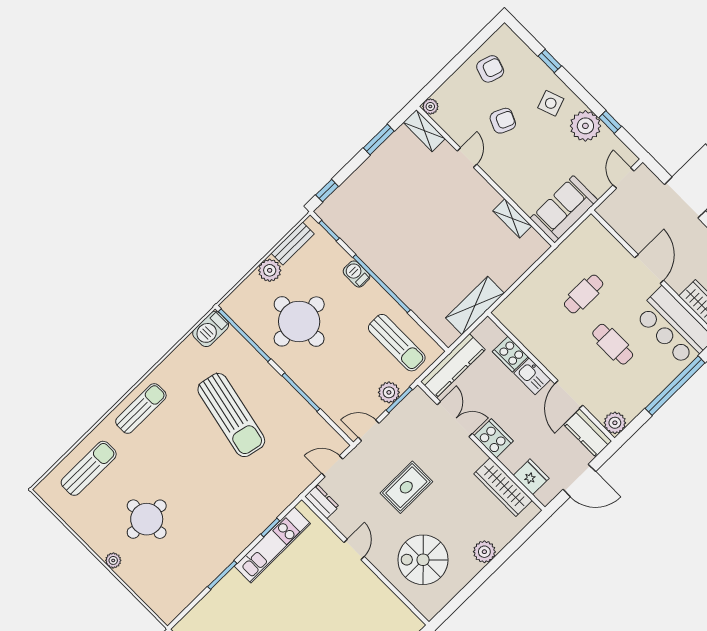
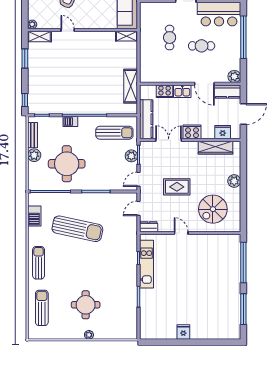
shelving: (512, 218) -> (127, 36), moved
barbecue: (211, 329) -> (34, 216), moved
rug: (406, 487) -> (177, 187), turned 90

